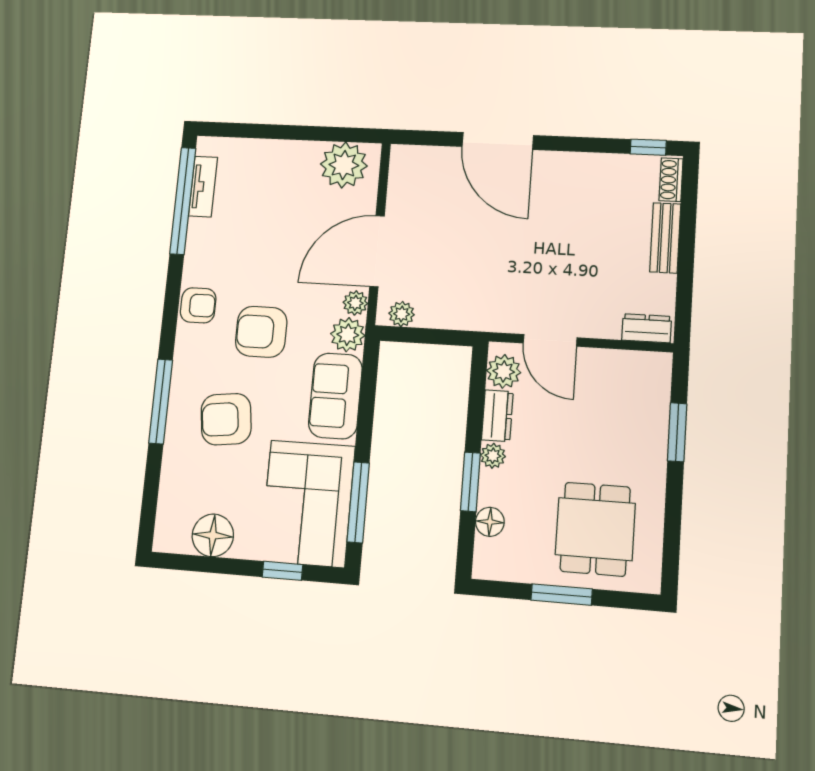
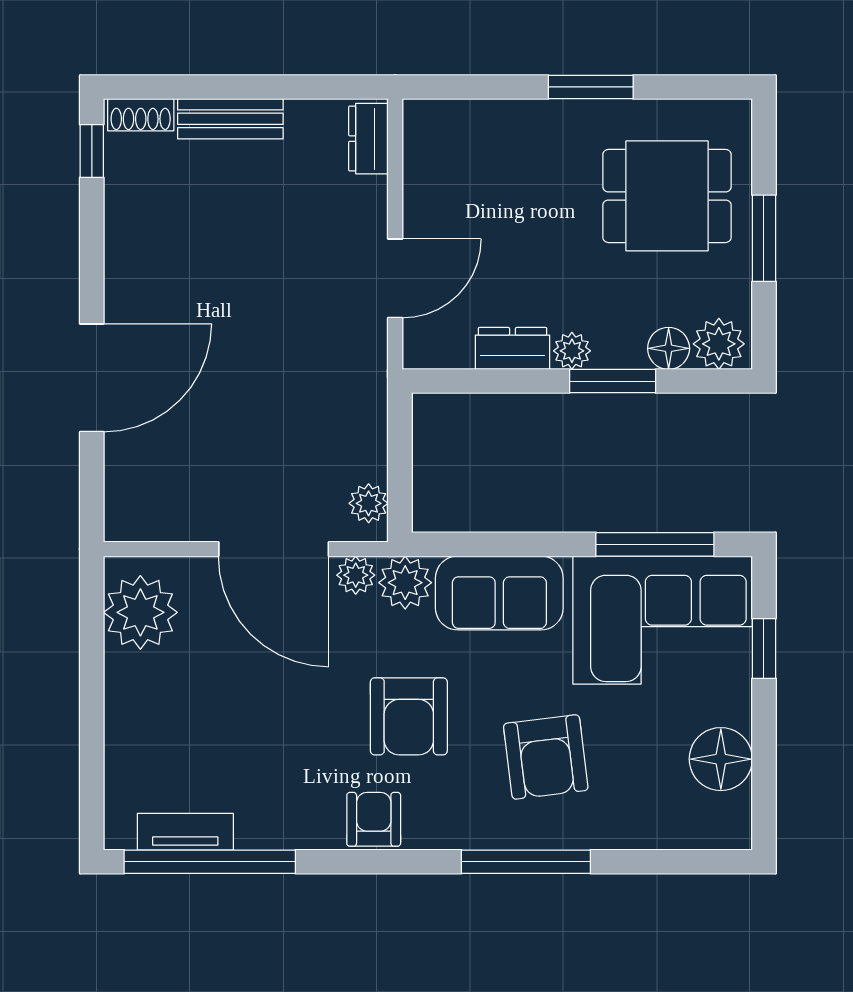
plant: (504, 371) -> (719, 344), moved
window: (677, 432) -> (591, 87), moved

